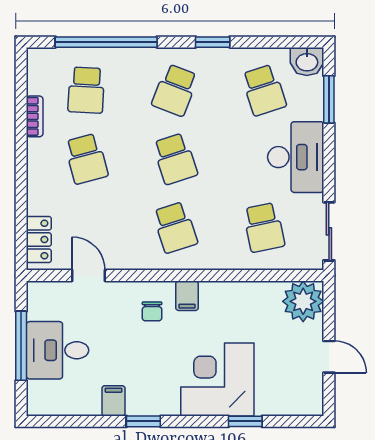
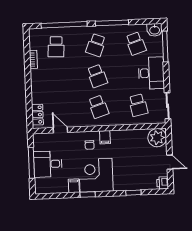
window: (213, 42) -> (112, 23), width x2.17
window: (329, 99) -> (165, 46), width x1.44
school desk: (86, 159) -> (57, 78), removed
corner desk: (217, 380) -> (96, 175), moved
printer: (311, 402) -> (163, 183), added

